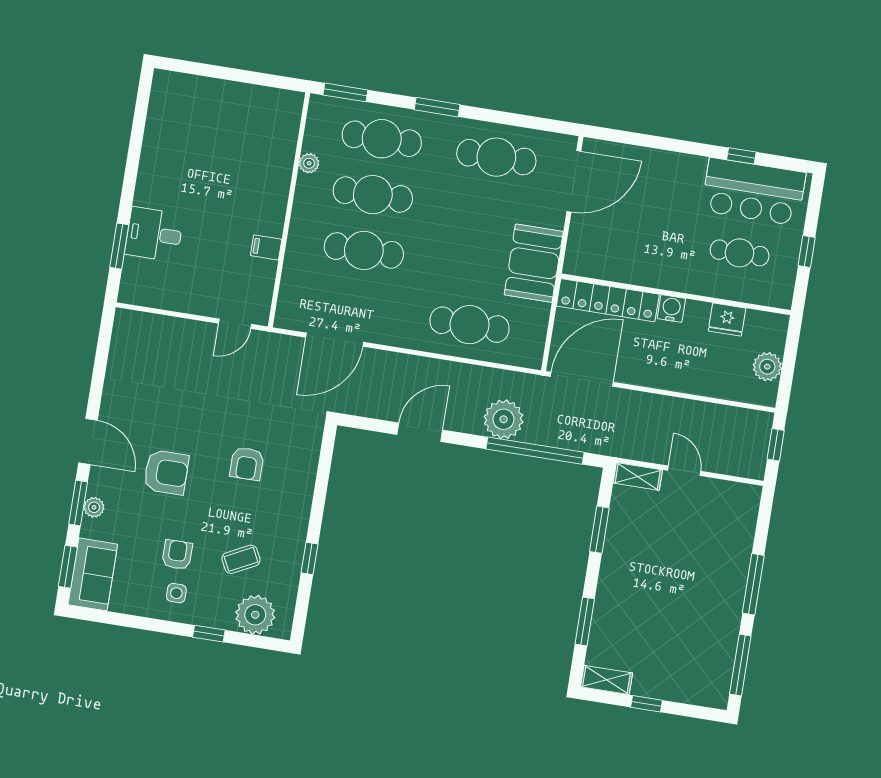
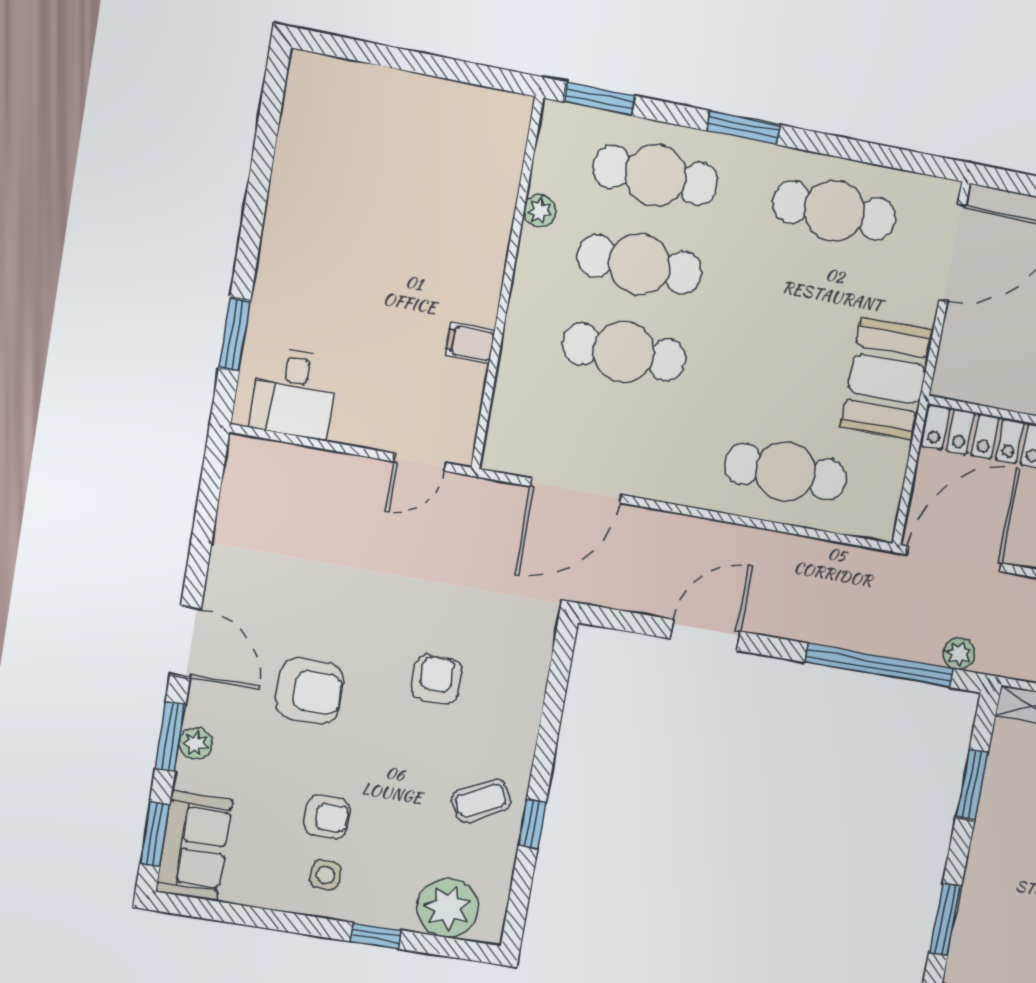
desk: (154, 234) -> (294, 393), moved, turned -90
plant: (504, 419) -> (959, 654), moved, width x0.53, depth x0.53
armchair: (247, 464) -> (436, 679), turned 180
armchair: (177, 555) -> (327, 817), turned 90
coffee table: (241, 559) -> (481, 801), moved

